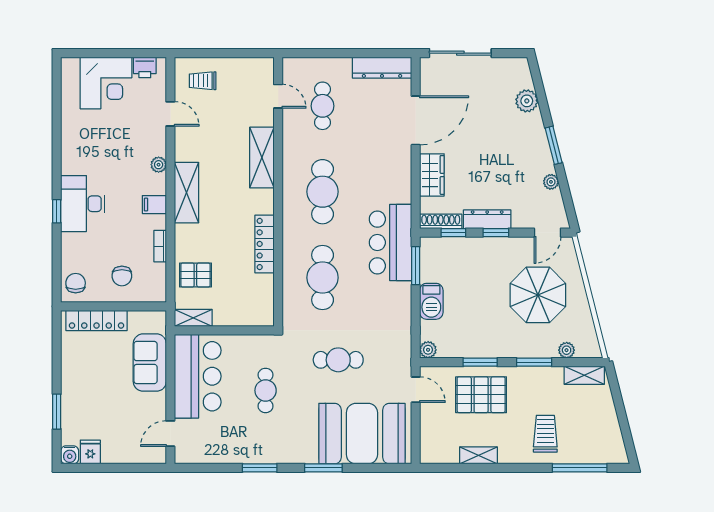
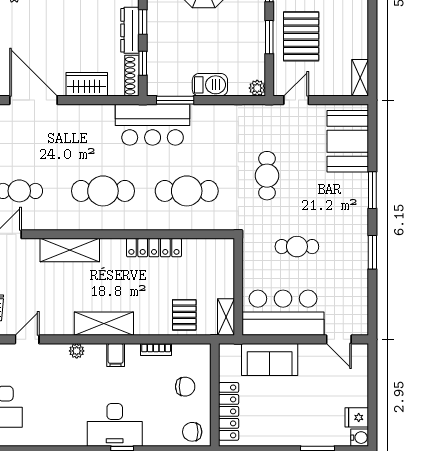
booth: (362, 434) -> (348, 141), width x0.73, depth x0.70
shelving: (478, 455) -> (360, 78), moved

